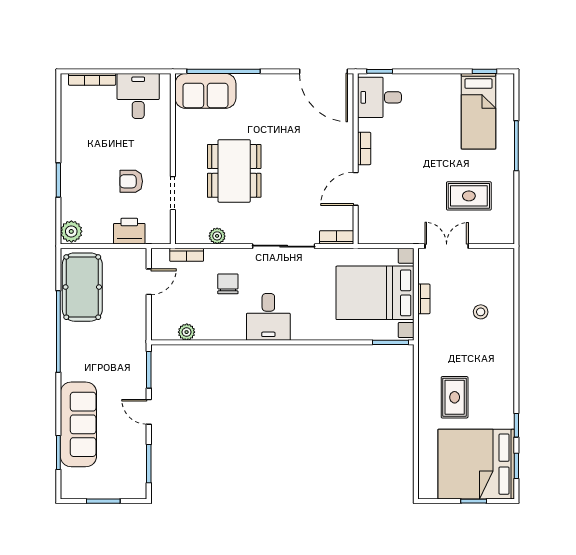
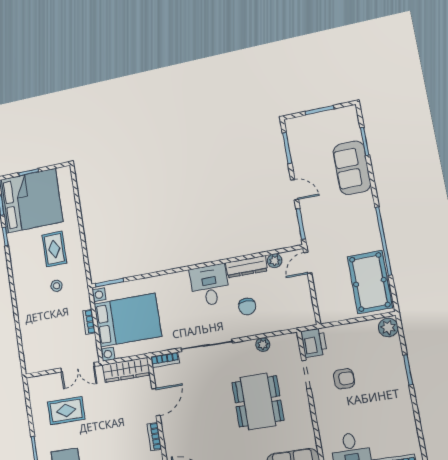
printer: (129, 231) -> (314, 343), moved, turned -90
wardrobe: (386, 233) -> (126, 370), added
bookcase: (187, 255) -> (286, 325), removed
door: (149, 282) -> (308, 263), moved
stool: (481, 312) -> (56, 286), moved
dresser: (221, 331) -> (246, 267), added
sofa: (78, 424) -> (352, 168), width x0.73

